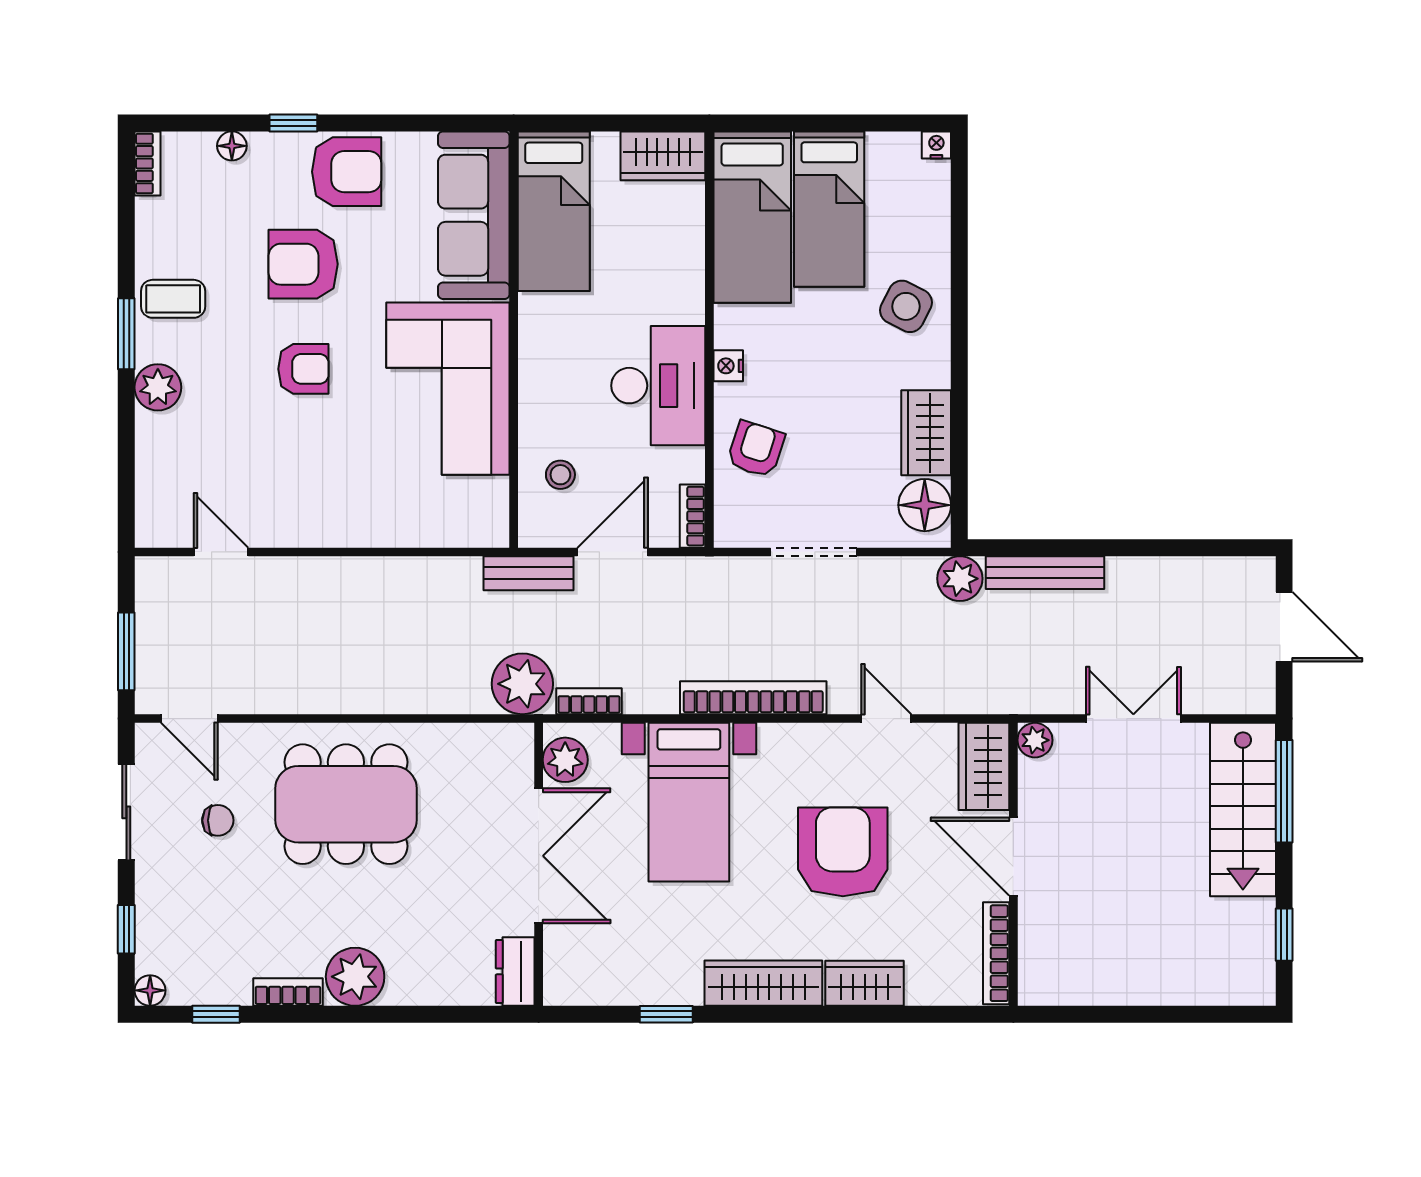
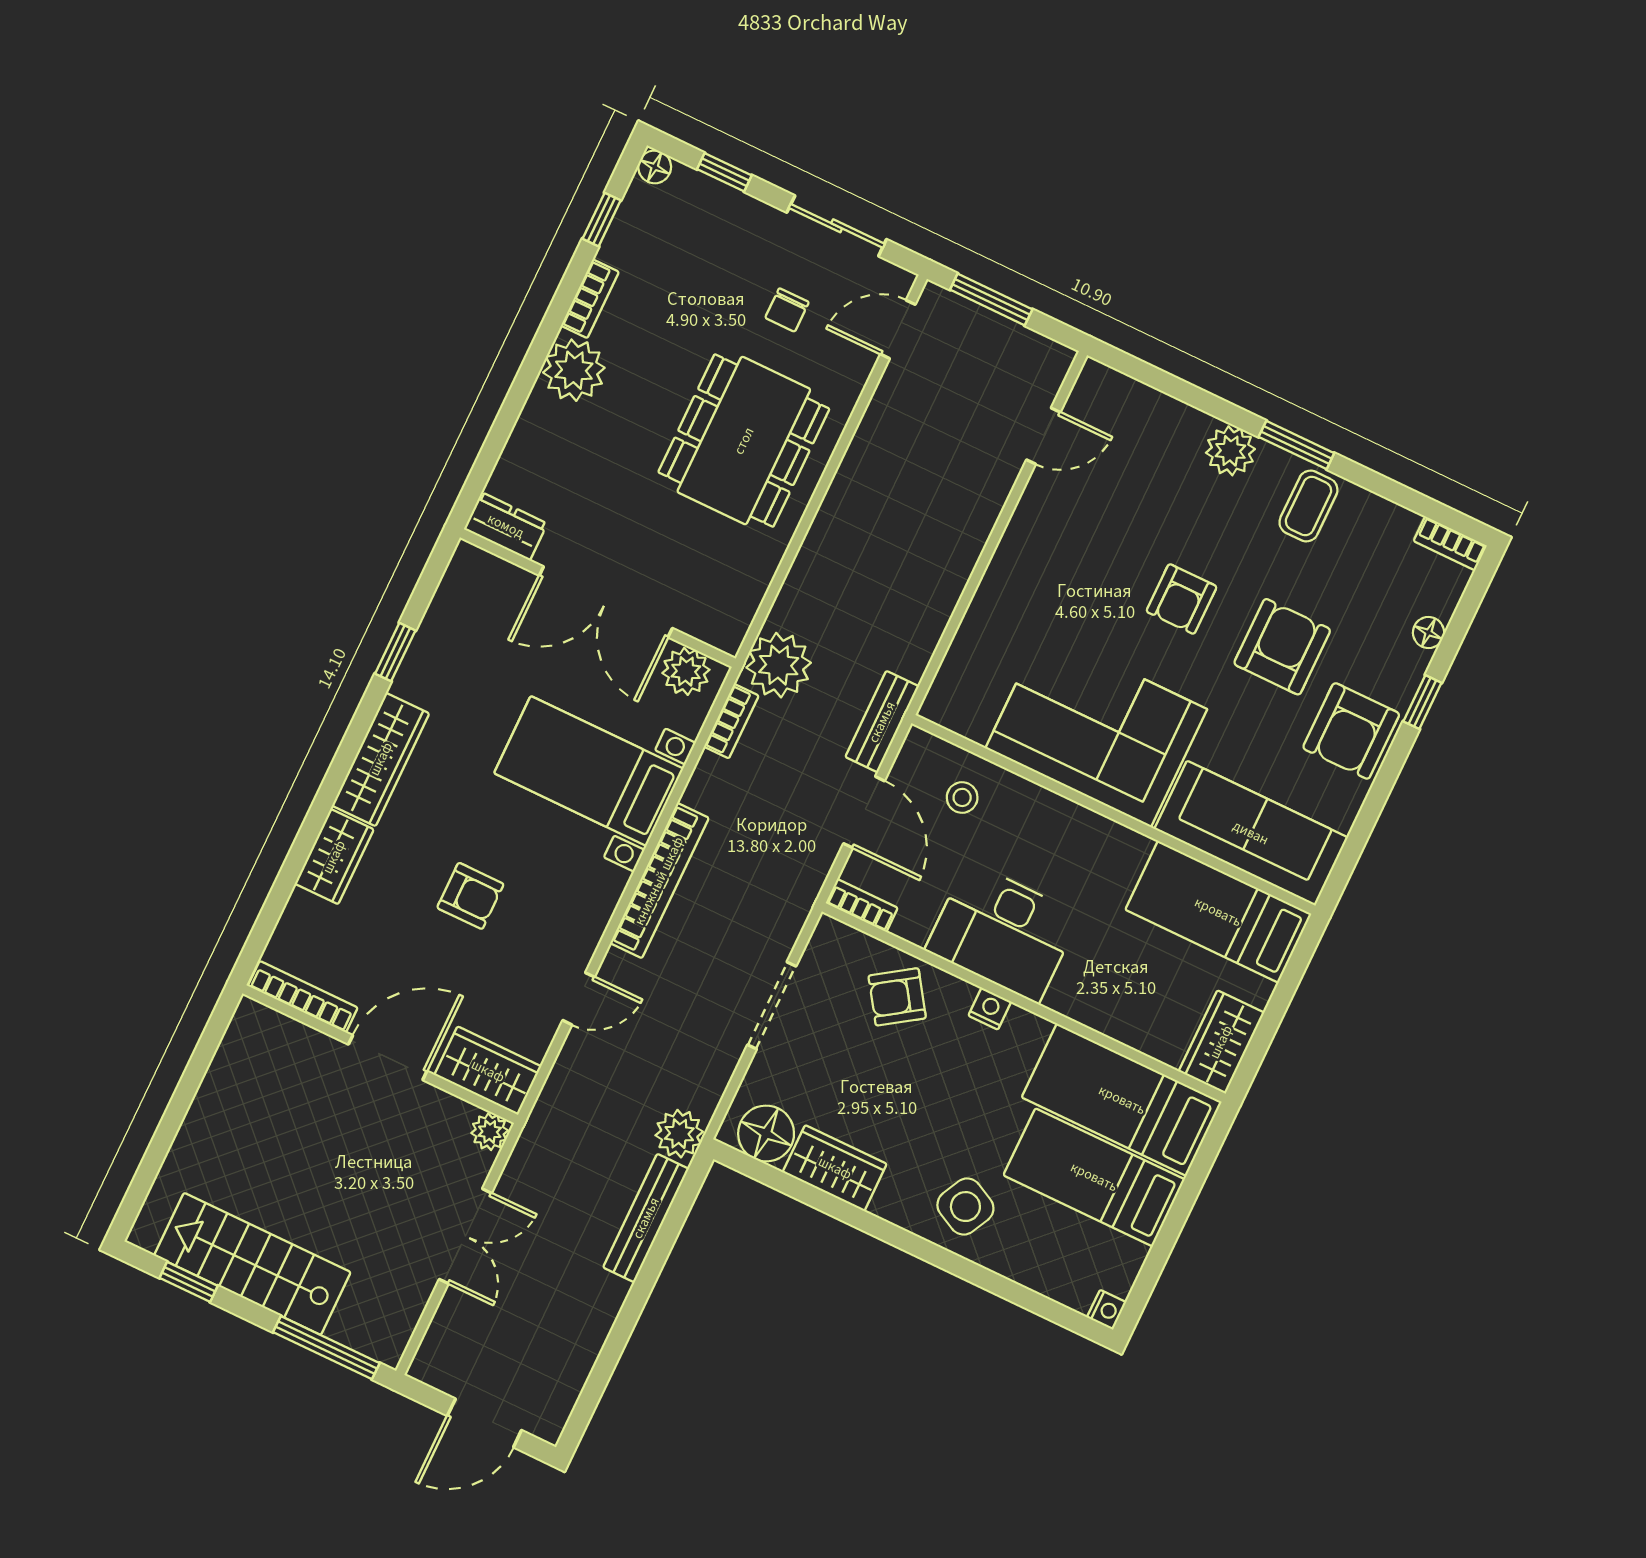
armchair: (756, 449) -> (897, 997), turned 128
stairs: (1243, 810) -> (252, 1264), moved
armchair: (843, 852) -> (470, 896), width x0.53, depth x0.53

